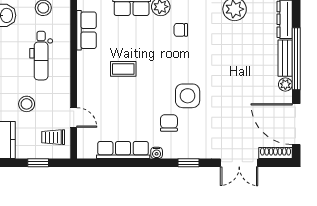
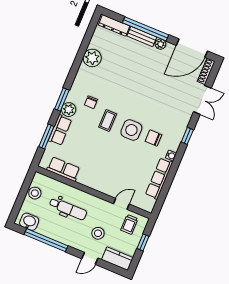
coffee table: (123, 69) -> (108, 120), moved
side table: (188, 96) -> (131, 130), moved

